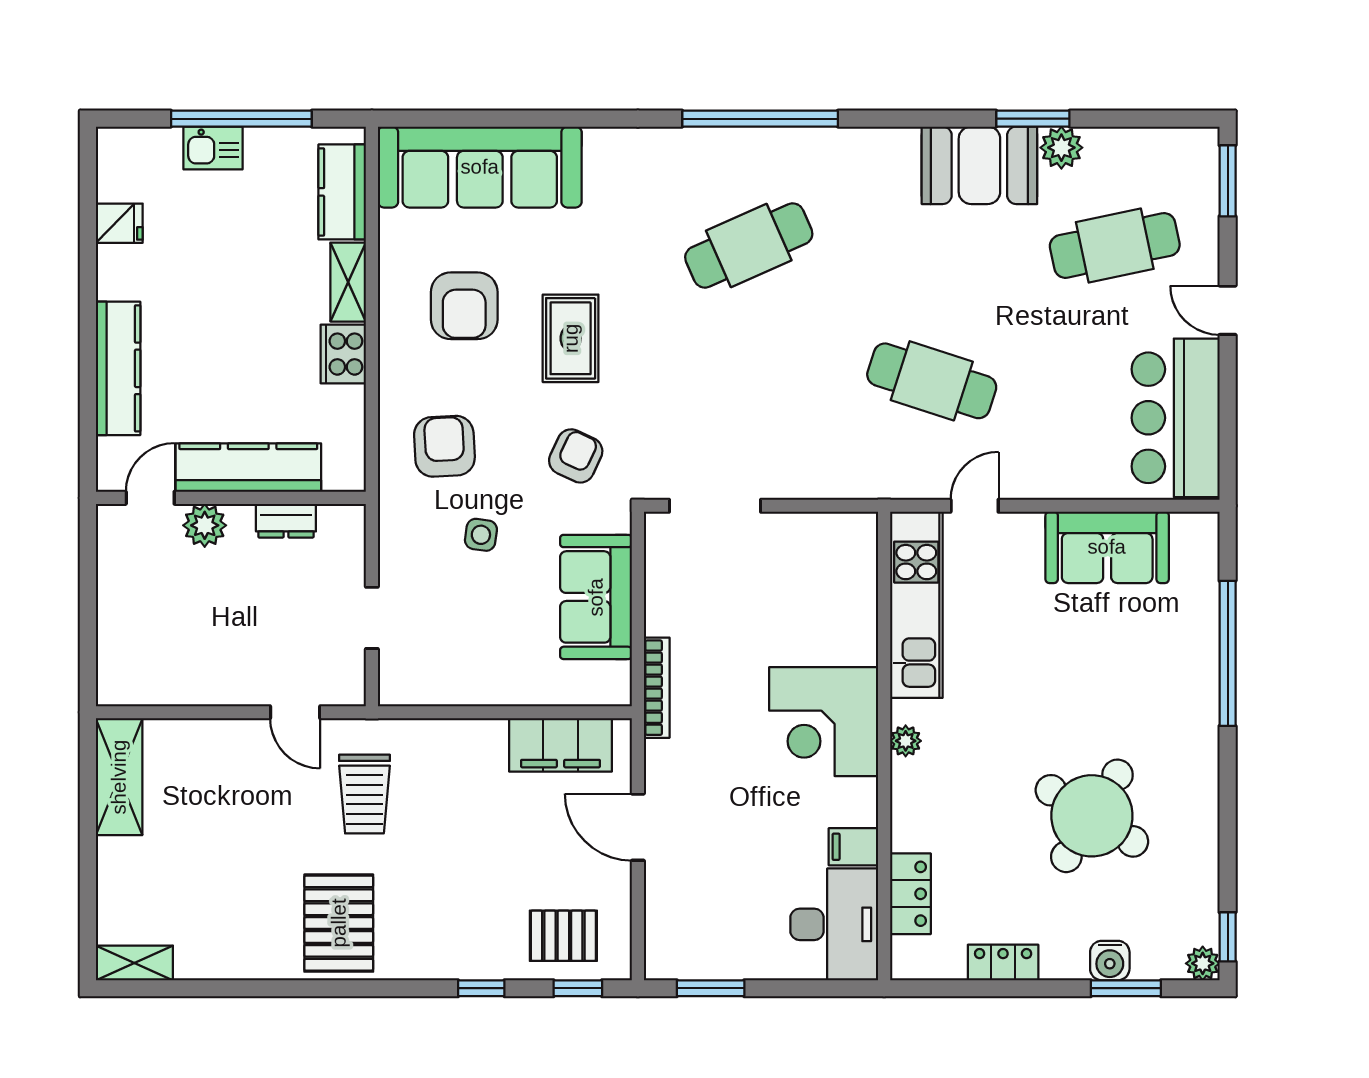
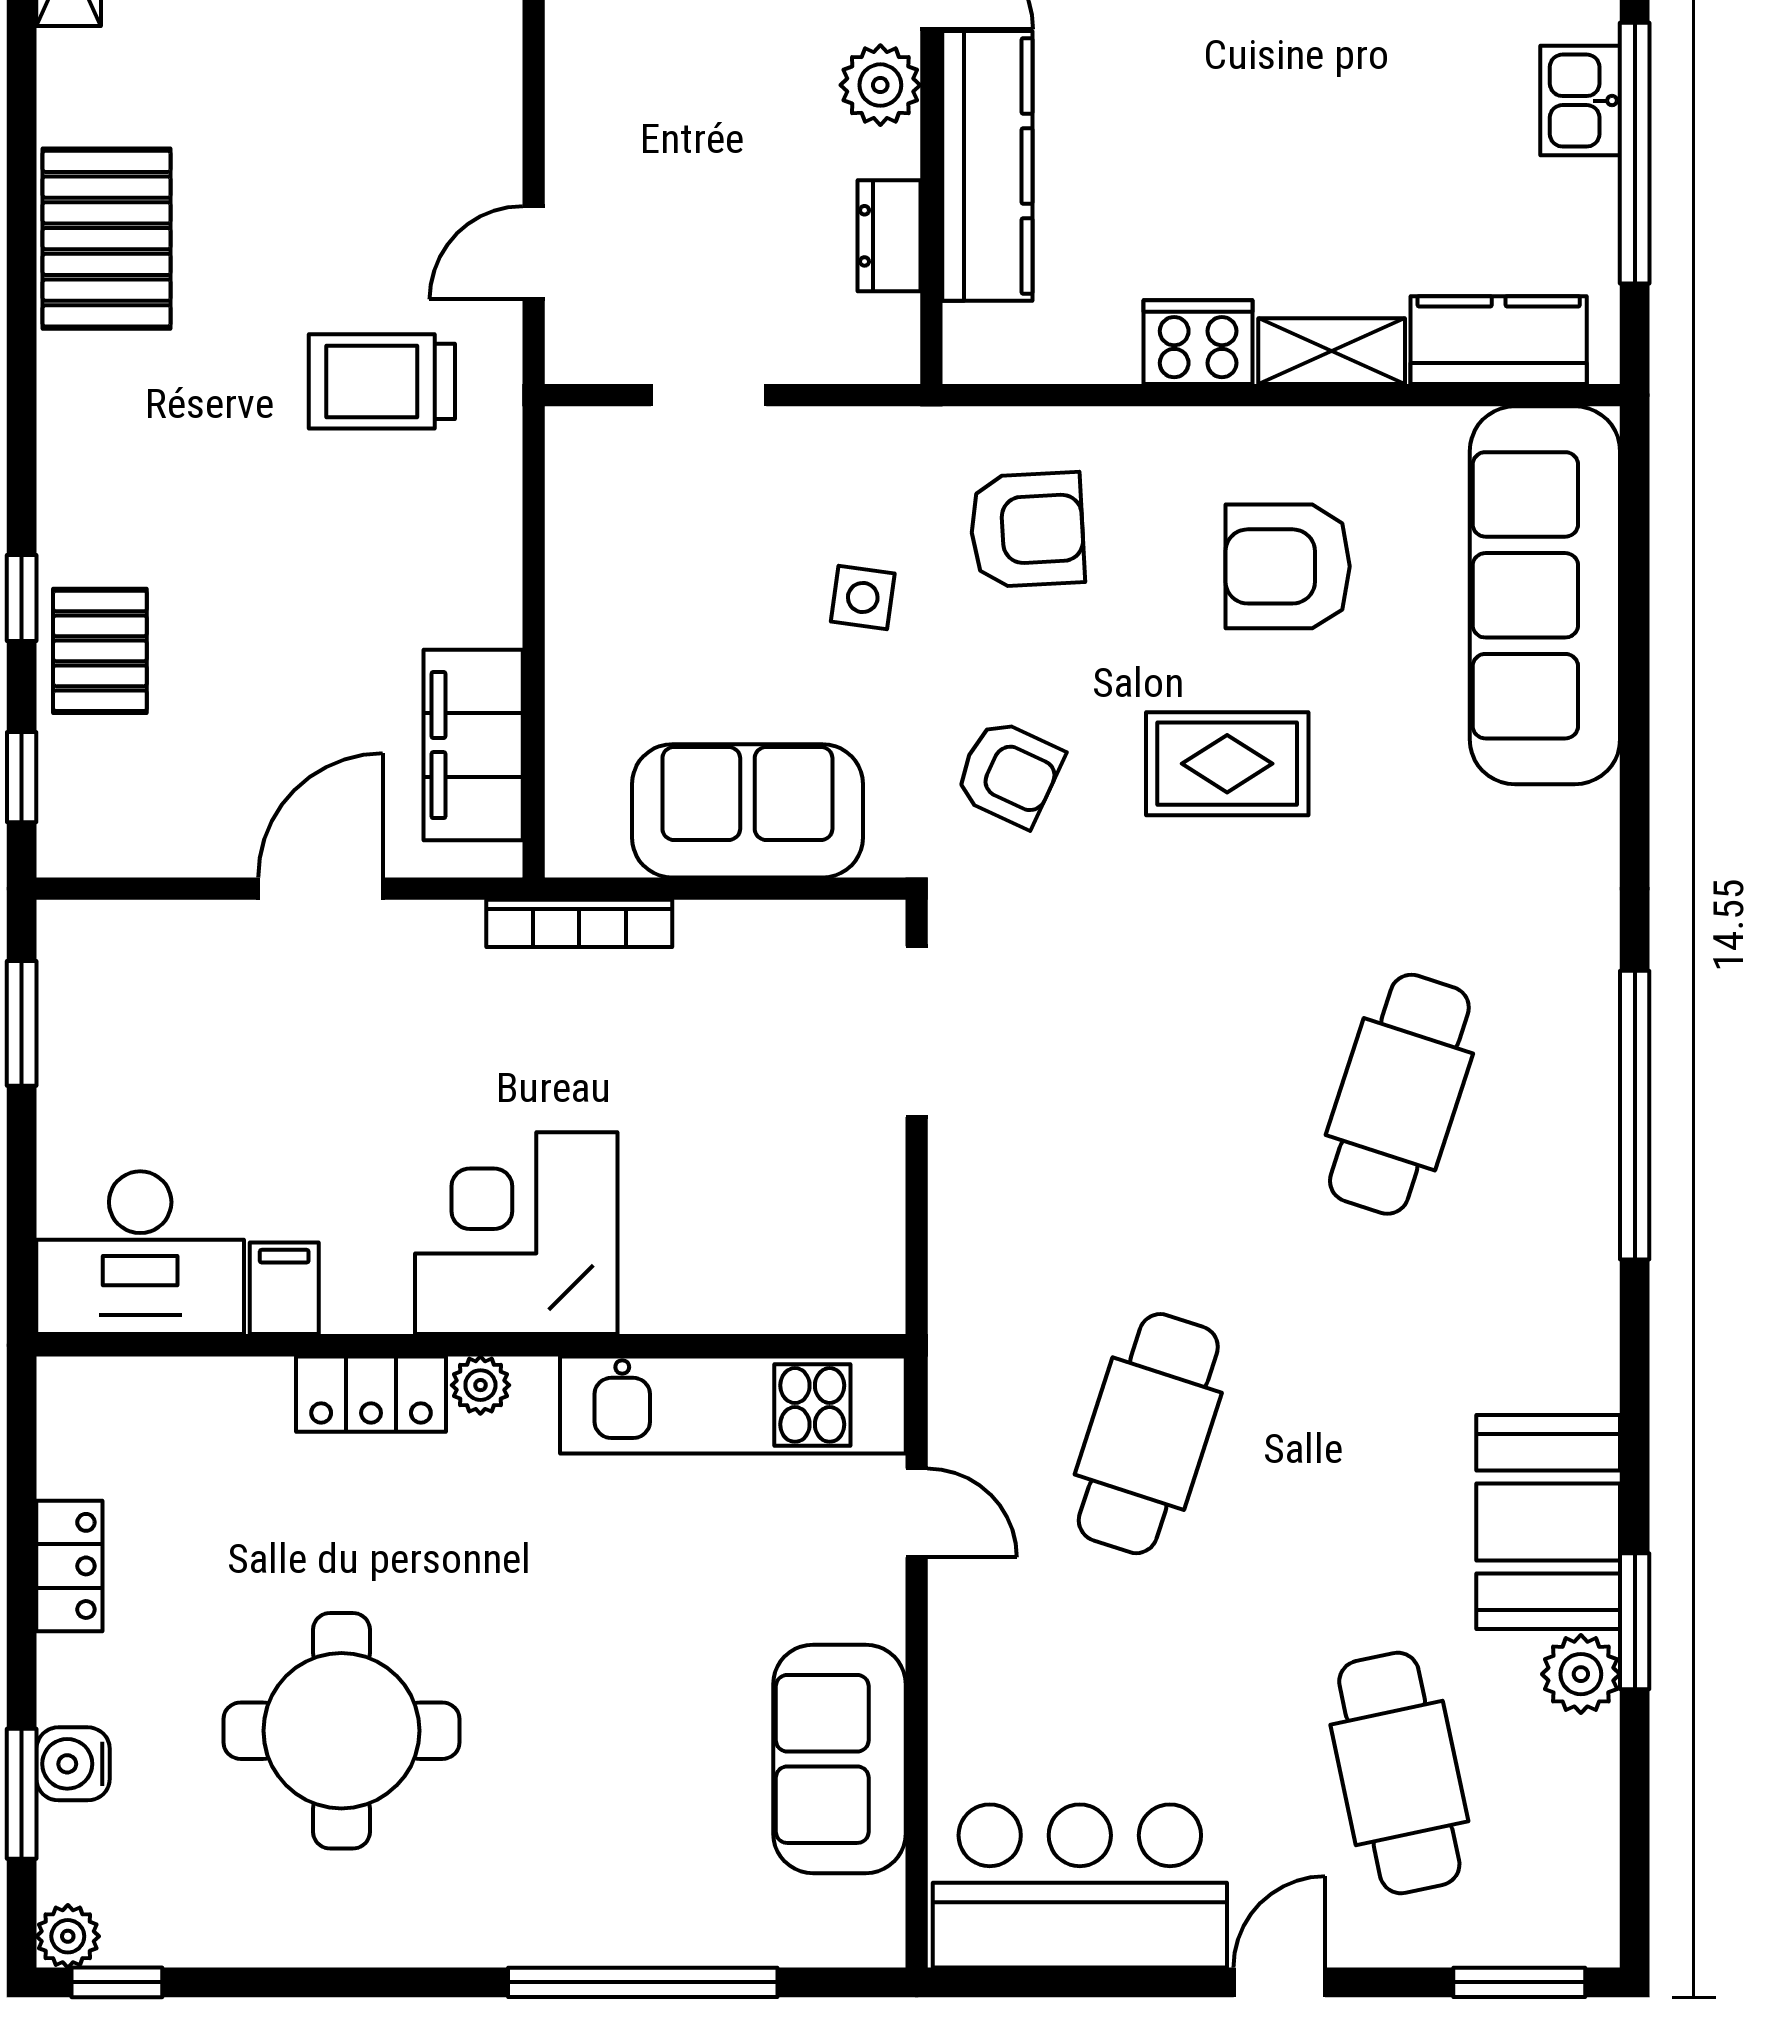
cafe table: (749, 245) -> (1399, 1094), turned 42
round table: (1092, 816) -> (341, 1731), turned -32
locker: (910, 894) -> (371, 1394), moved
pallet: (339, 923) -> (107, 239), moved, turned 90
pallet: (563, 936) -> (100, 651), moved

